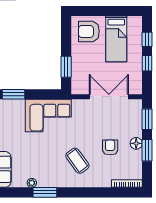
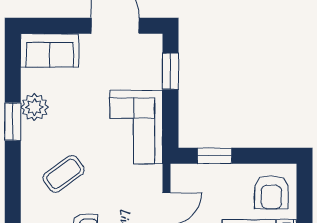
armchair: (89, 31) -> (271, 192), turned 180
plant: (32, 183) -> (34, 107), width x1.88, depth x1.88

